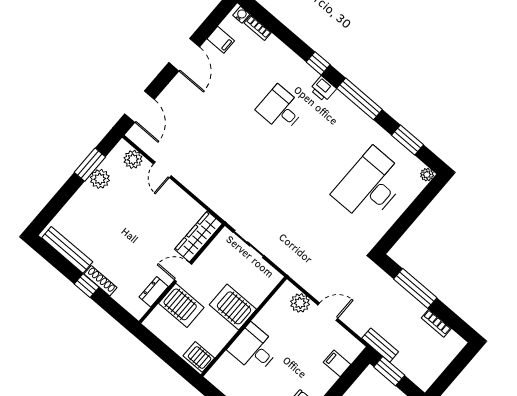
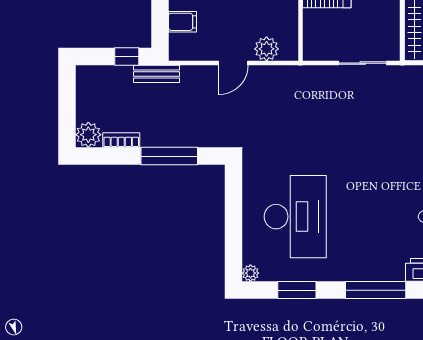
plant: (453, 344) -> (88, 135), added
window: (389, 371) -> (127, 57), width x0.67

